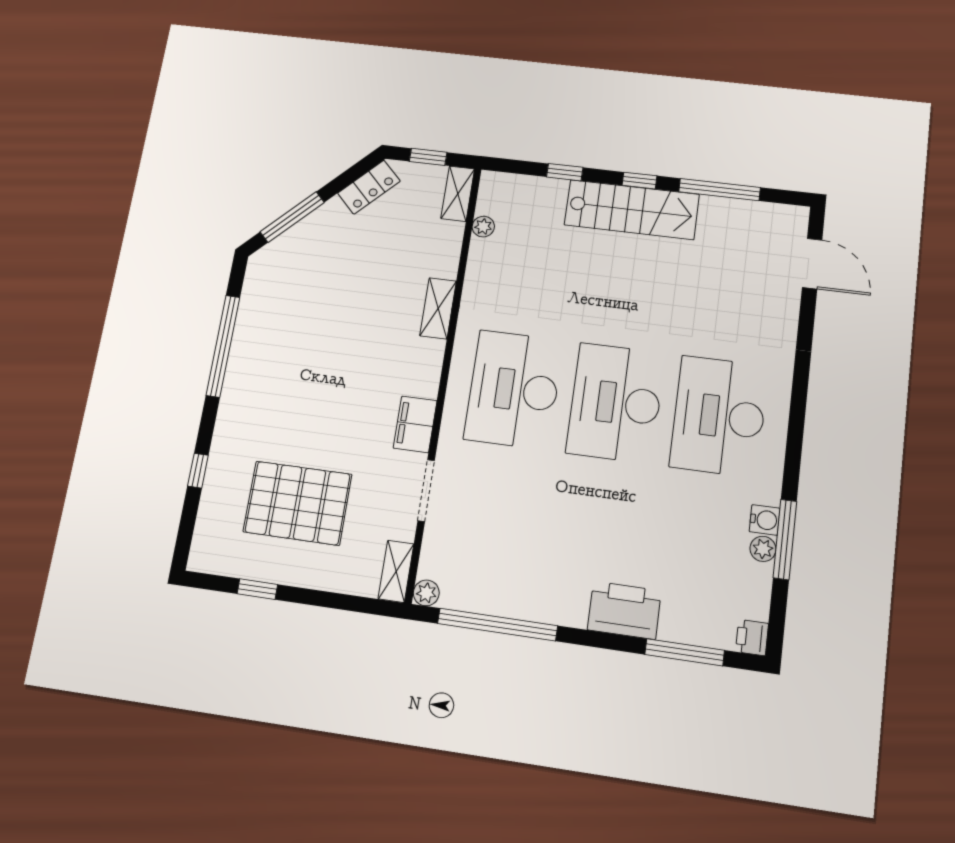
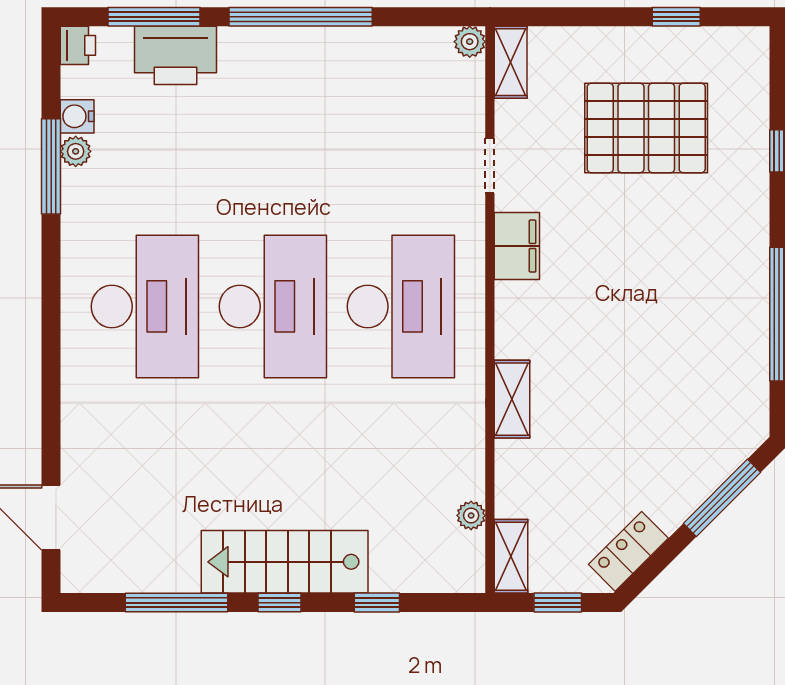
doorway: (426, 490) -> (490, 166), width x0.73
water cooler: (765, 520) -> (77, 116), moved
printer: (624, 610) -> (175, 55), moved
window: (497, 625) -> (301, 17), moved

